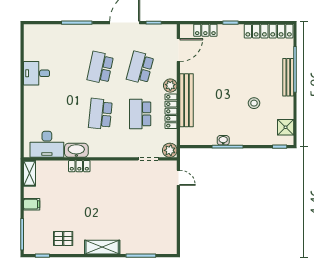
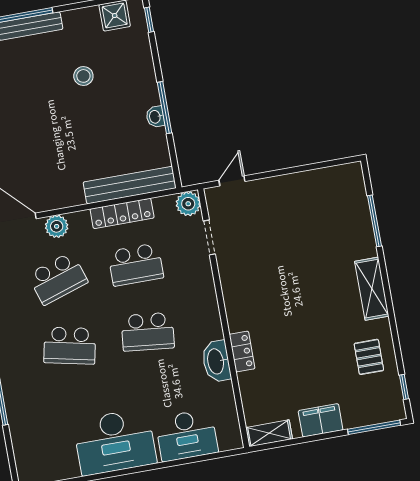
school desk: (140, 68) -> (58, 278), turned -33
desk: (37, 73) -> (115, 442), width x1.87, depth x1.30
plant: (170, 86) -> (57, 226), moved
bench: (187, 100) -> (130, 185), moved
desk: (47, 144) -> (187, 435), moved, turned 90
filing cabinet: (32, 204) -> (321, 420), width x2.00

